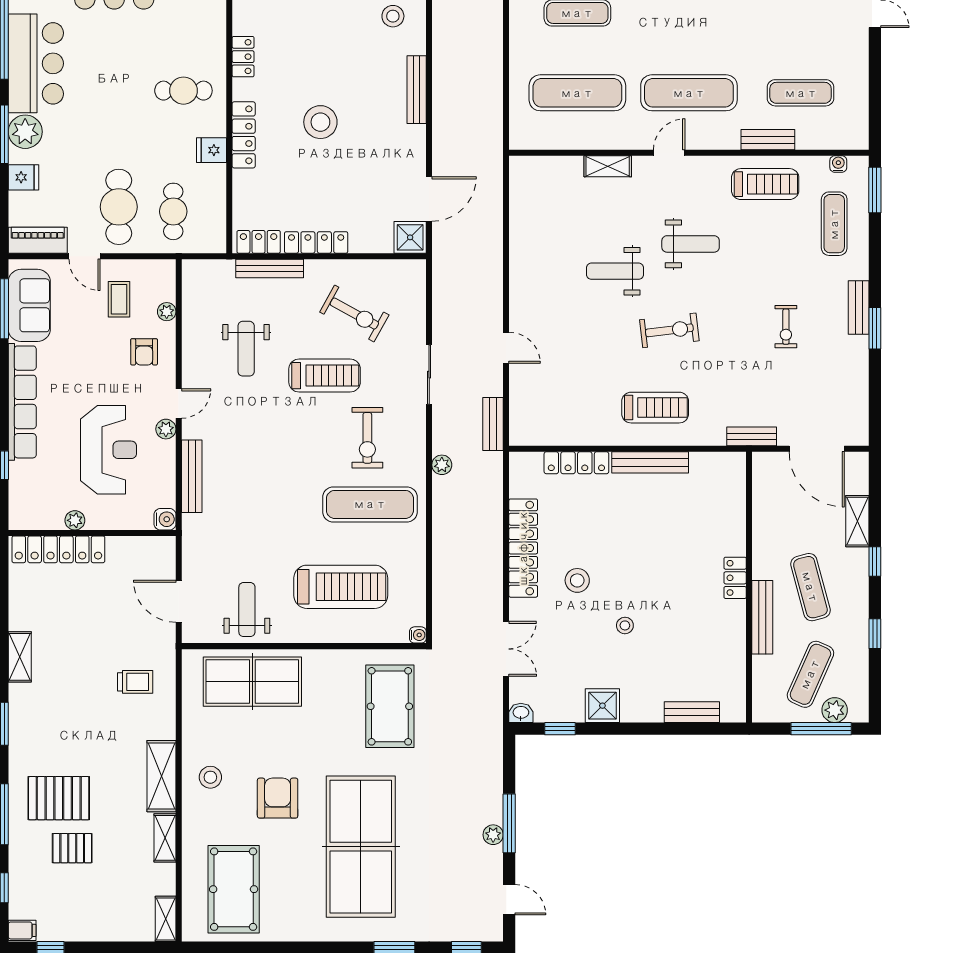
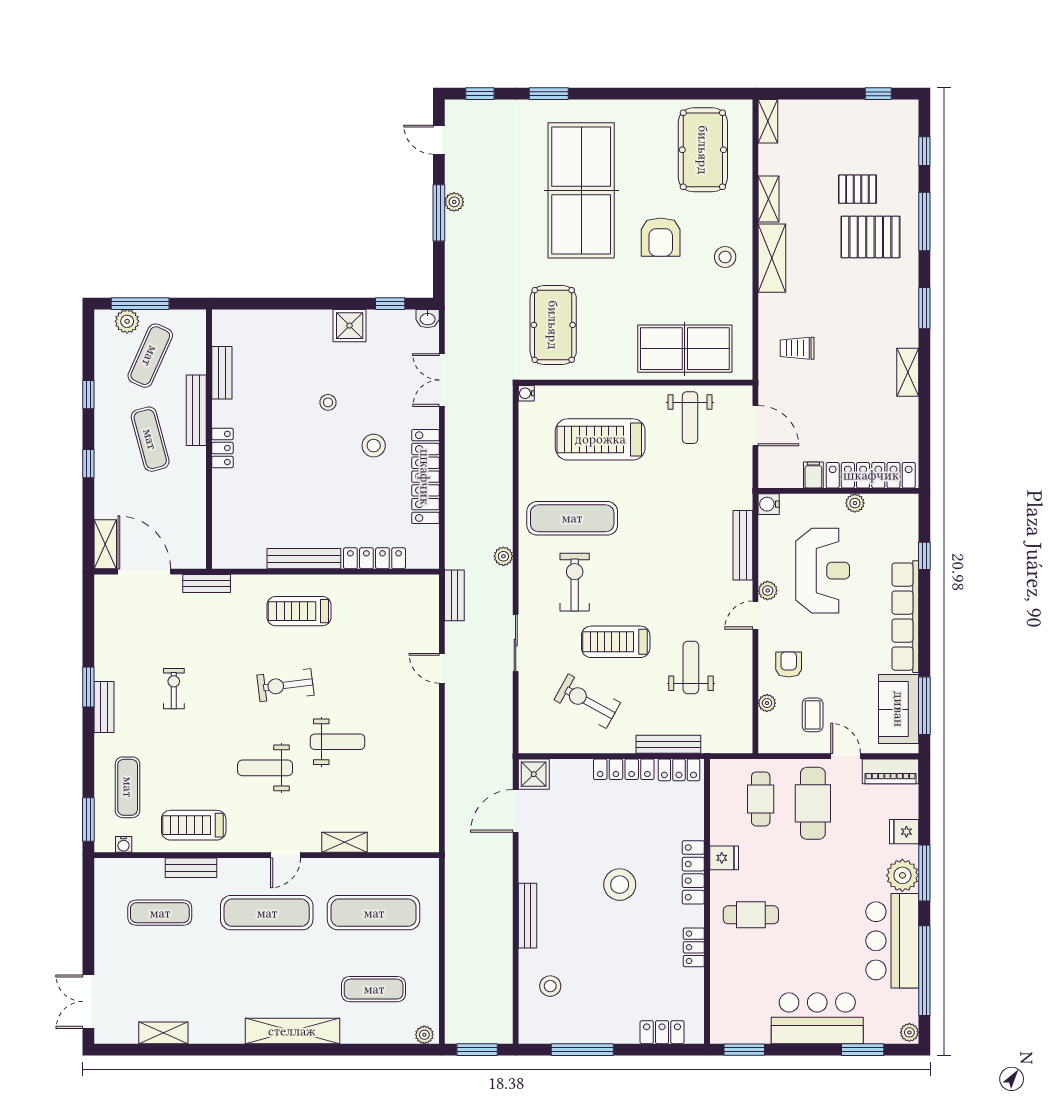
reception desk: (109, 450) -> (823, 571), turned 180
shelving: (857, 521) -> (105, 544), moved
bench: (692, 712) -> (222, 373), moved, turned 90
filing cabinet: (22, 930) -> (813, 475), moved, turned 90

